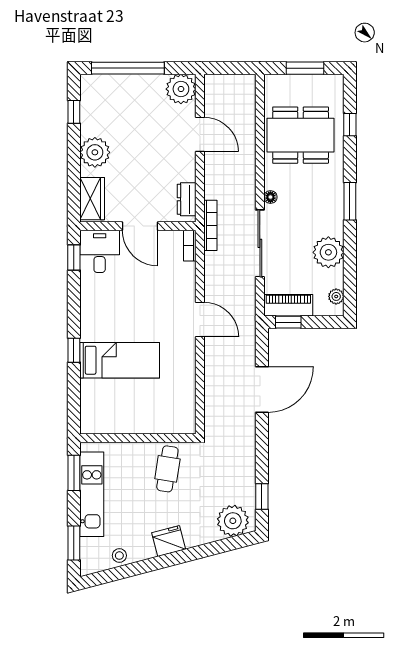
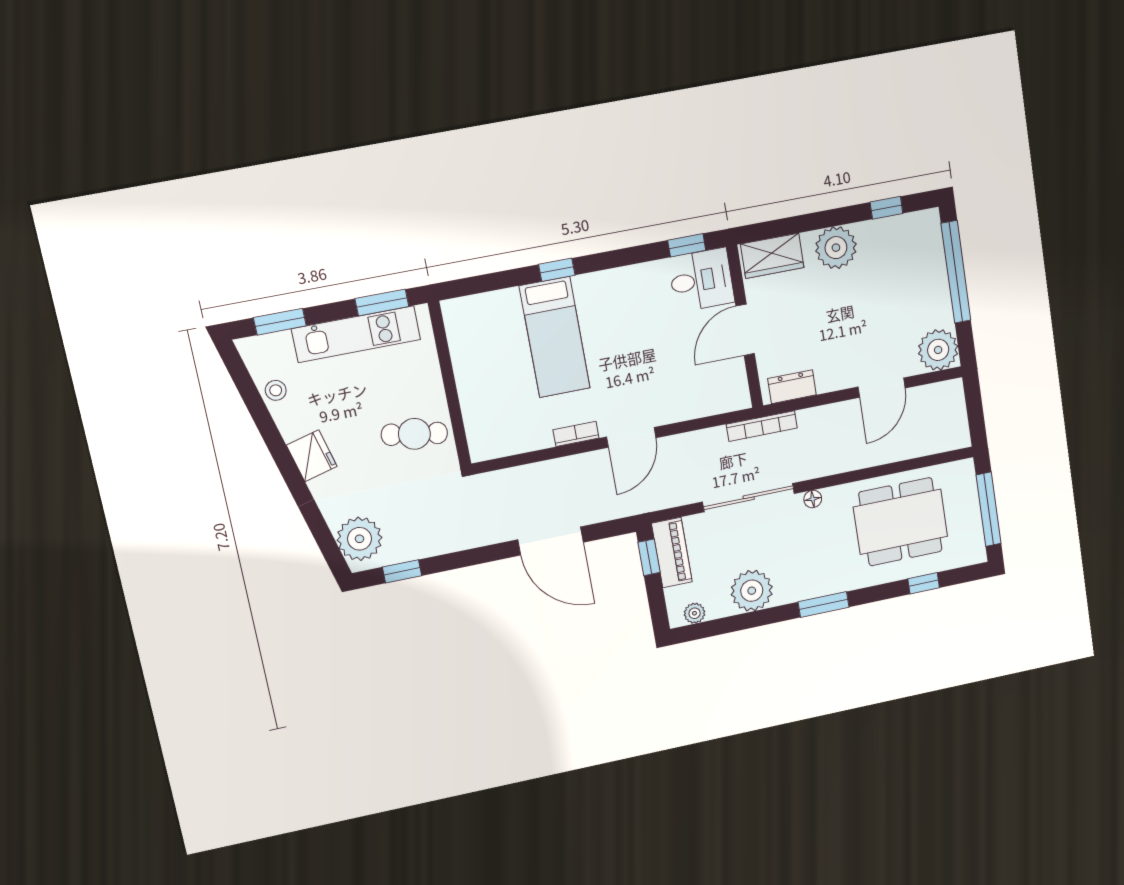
window: (305, 68) -> (988, 509), width x1.44
dining table: (301, 135) -> (900, 522), turned 90
bookcase: (190, 246) -> (576, 434), moved

